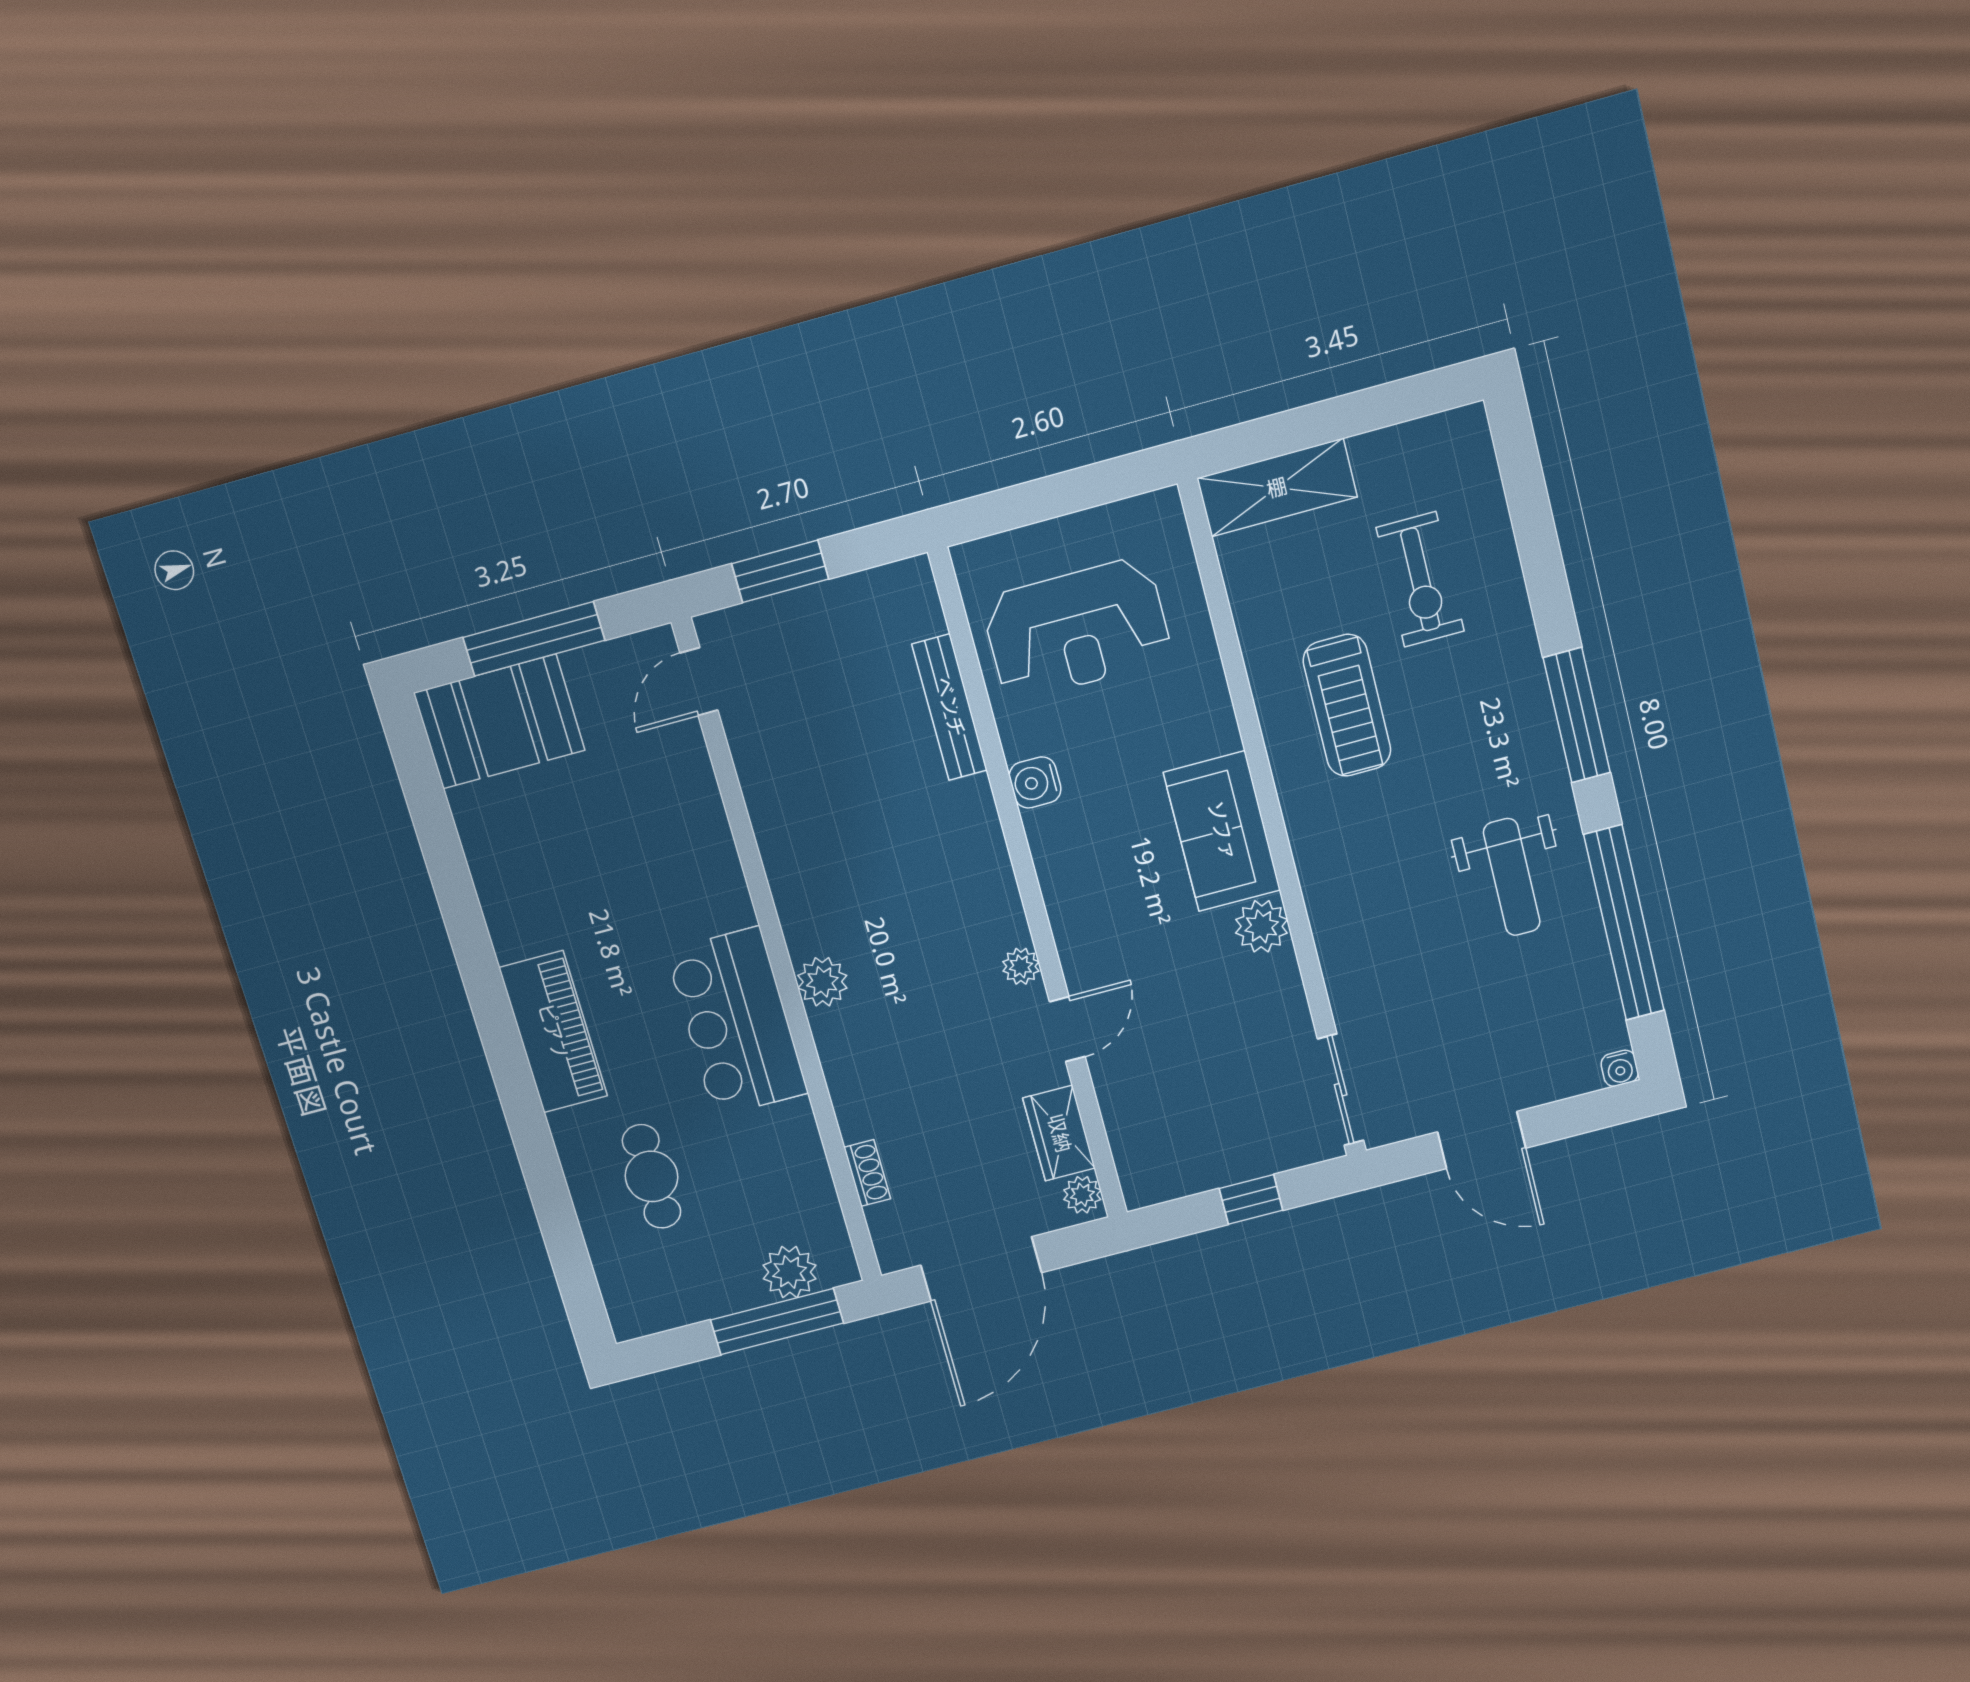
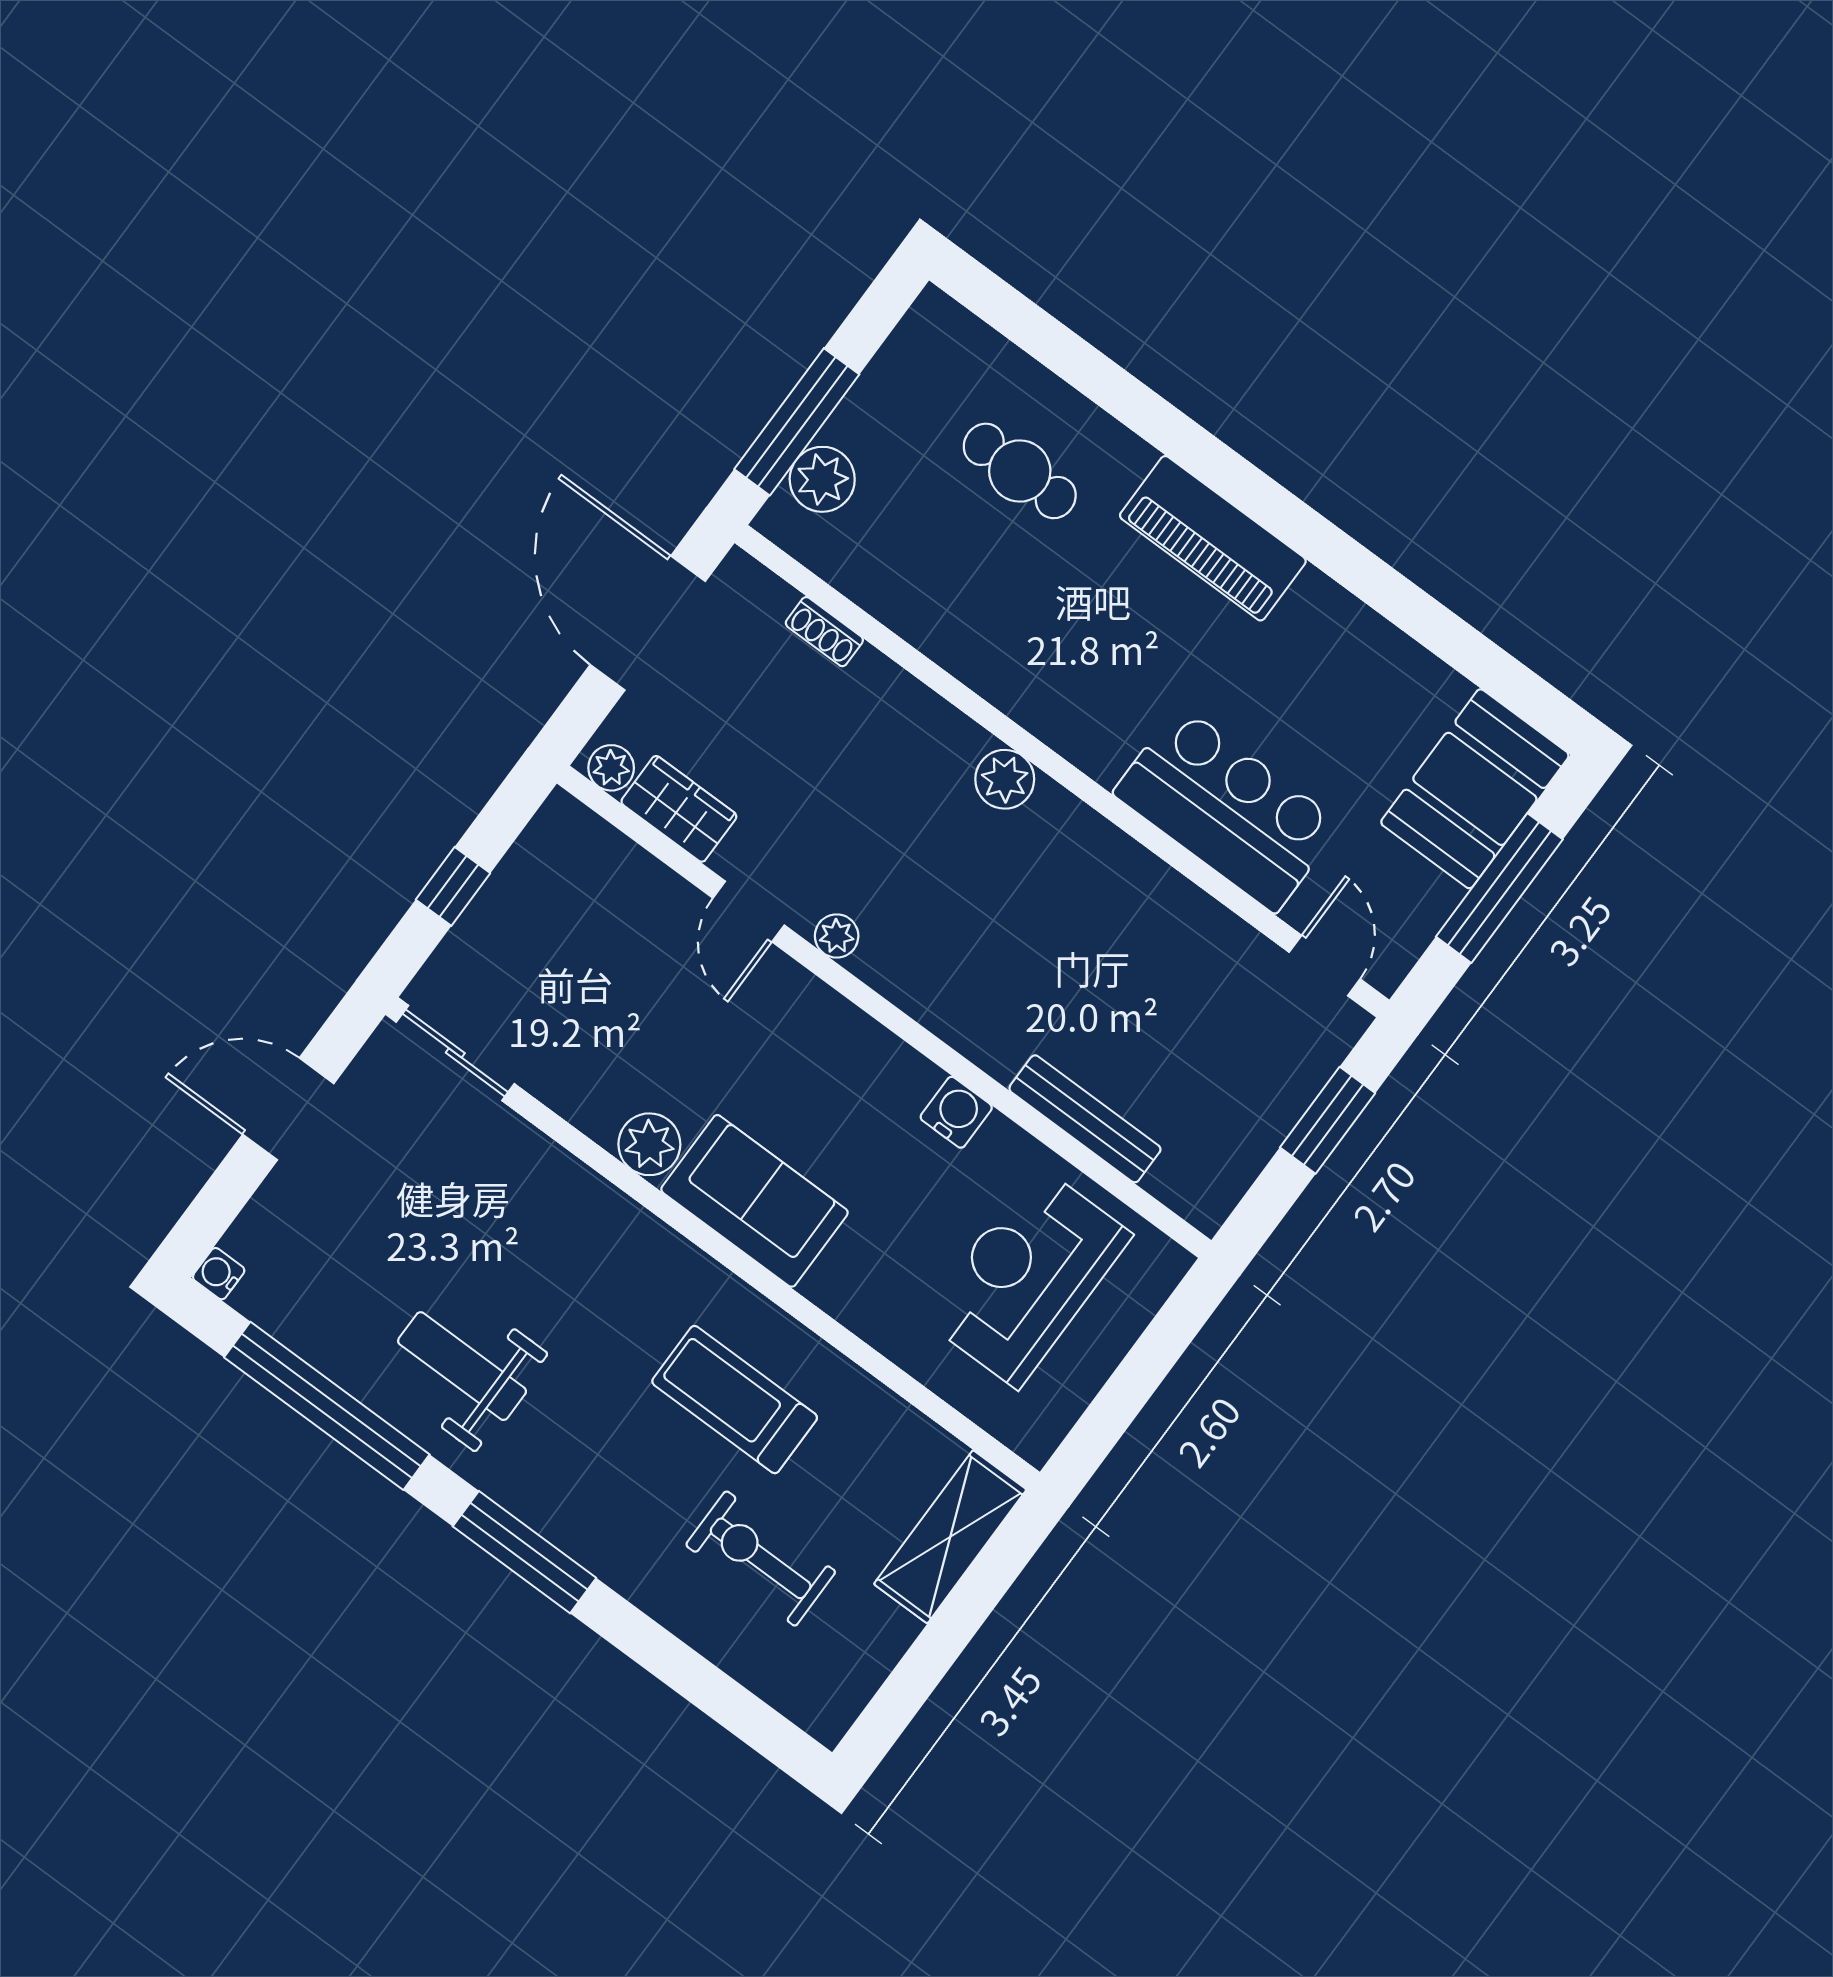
bar counter: (737, 1022) -> (1227, 809), moved

